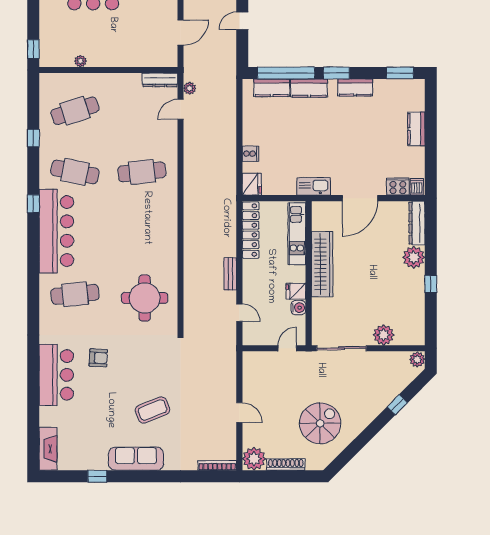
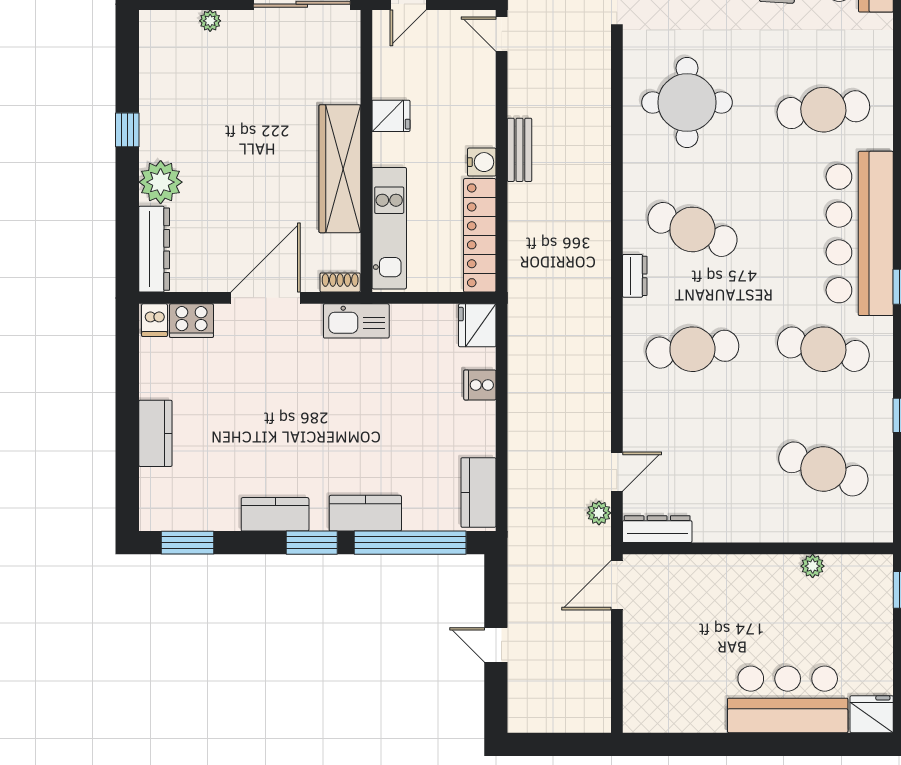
door: (242, 21) -> (496, 645), swing flipped
door: (181, 33) -> (617, 585), moved
kitchen counter: (272, 88) -> (478, 492), moved, turned -90
cafe table: (75, 111) -> (823, 469), turned 39
shoe rack: (322, 206) -> (340, 282), added
dresser: (171, 209) -> (635, 276), added
cafe table: (142, 233) -> (692, 229), added
water cooler: (298, 308) -> (482, 162), moved, turned 180
door: (239, 313) -> (502, 34), moved
plant: (384, 335) -> (210, 21), width x0.53, depth x0.53

